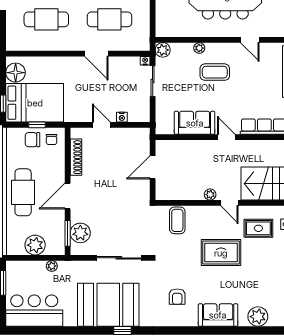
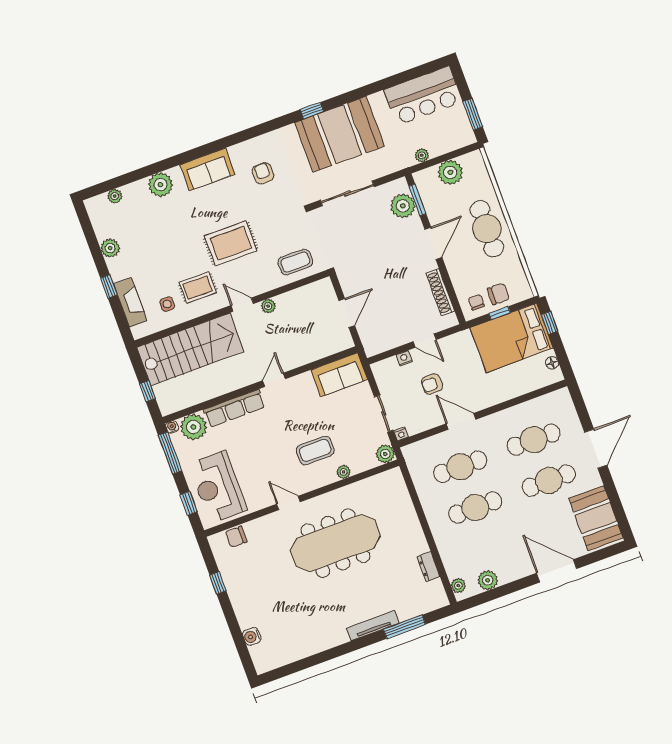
floor lamp: (16, 73) -> (552, 363), width x0.53, depth x0.53
armchair: (108, 90) -> (432, 384), added
sofa: (195, 123) -> (339, 375), moved
door: (226, 137) -> (274, 380), swing flipped
coffee table: (177, 220) -> (295, 262), turned 90

